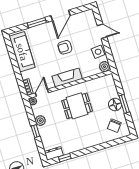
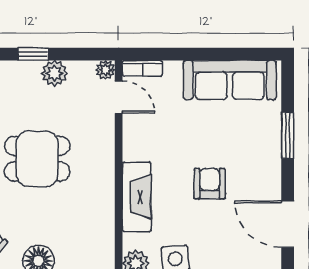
door: (60, 15) -> (288, 224), moved
fireplace: (67, 78) -> (137, 197), moved
dining table: (77, 106) -> (37, 159), moved, turned 90

